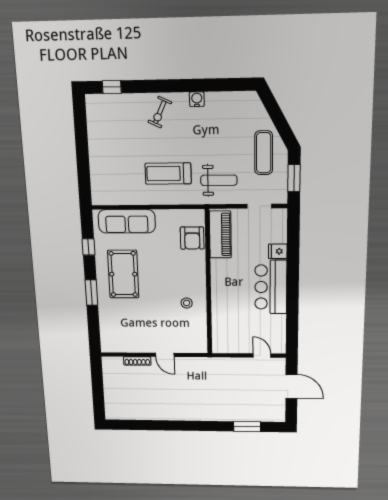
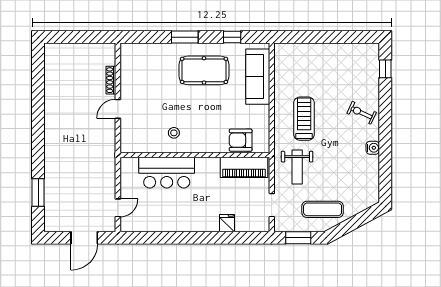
bar counter: (271, 287) -> (167, 173), moved, turned 180

